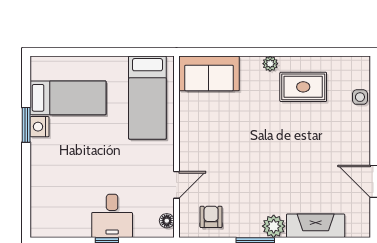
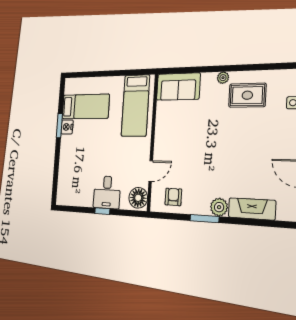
floor lamp: (167, 221) -> (138, 198), width x1.89, depth x1.89

